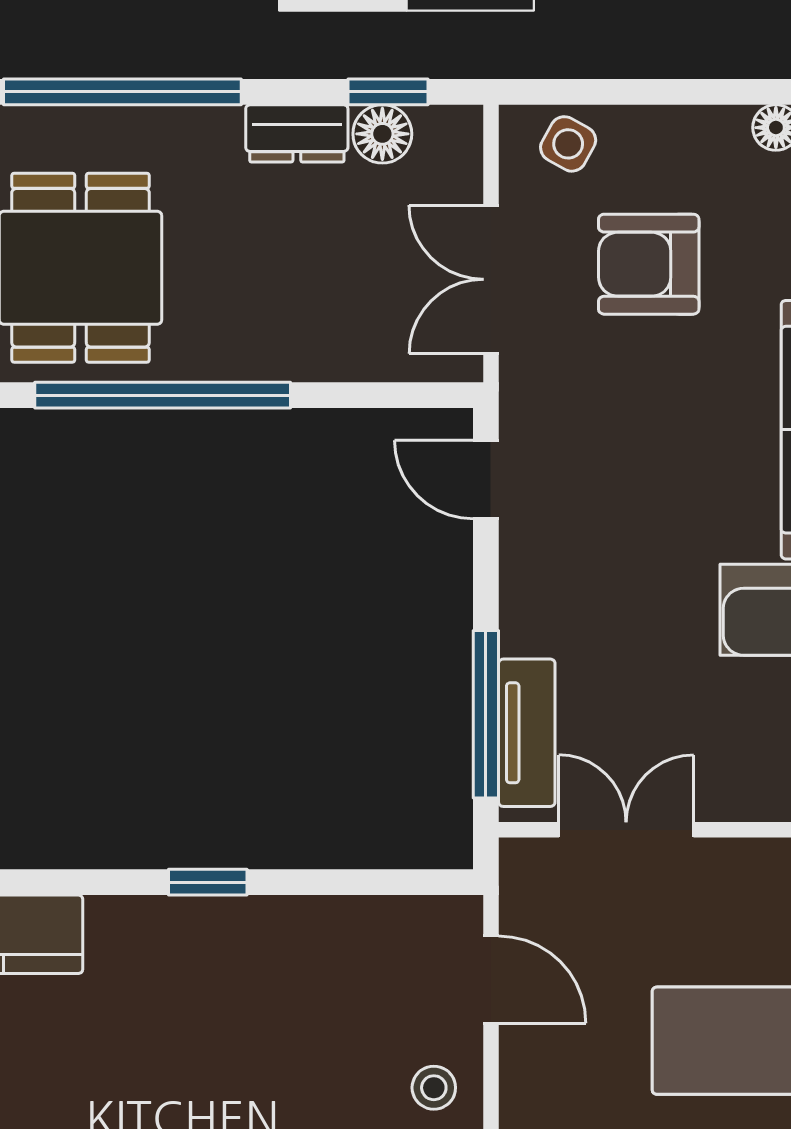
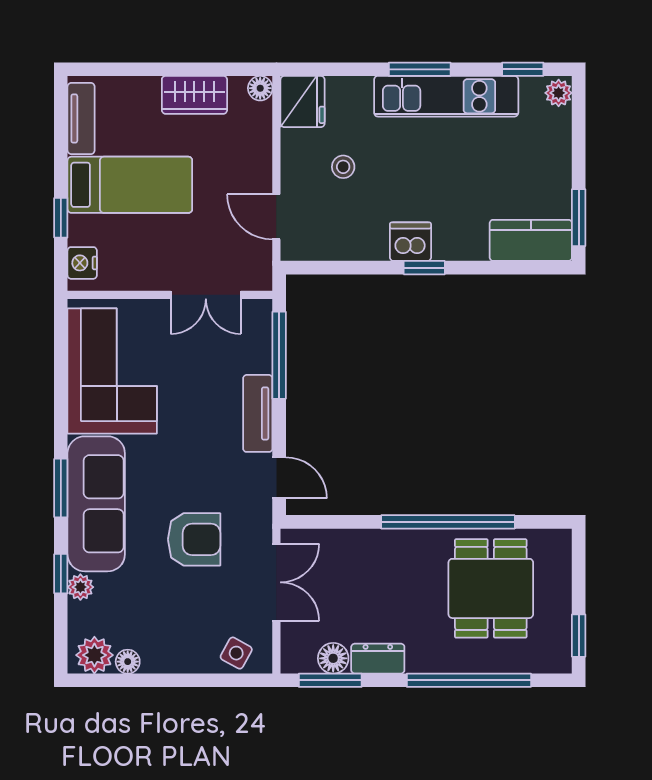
window: (388, 92) -> (330, 680), width x1.50
armchair: (649, 264) -> (194, 539), moved
tv unit: (527, 733) -> (258, 413), moved
dishwasher: (234, 932) -> (410, 242), added
stool: (434, 1088) -> (343, 167), moved

